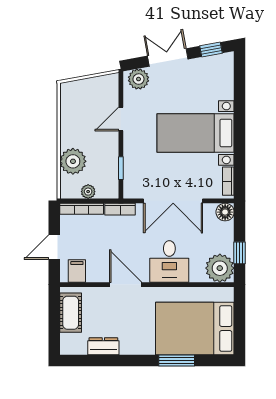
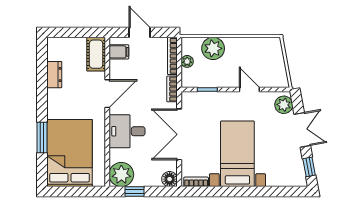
cot: (71, 313) -> (96, 54), moved, turned 90

